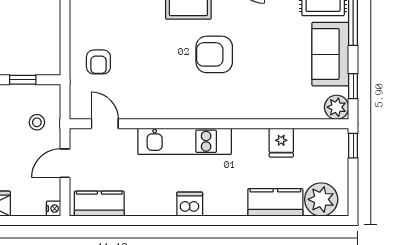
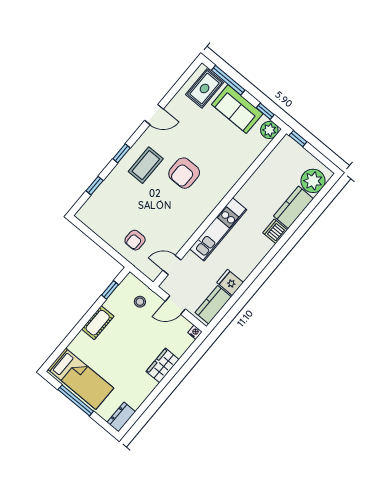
armchair: (98, 62) -> (135, 240), turned 90
fridge: (281, 143) -> (230, 282), moved, turned 180
door: (65, 163) -> (175, 305), hinge flipped
dishwasher: (190, 204) -> (275, 231), moved

